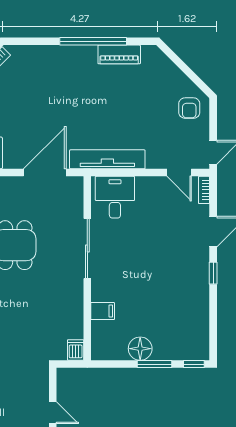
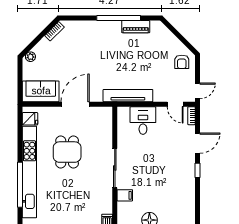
door: (45, 173) -> (75, 104), moved
desk: (115, 197) -> (143, 121), moved
sliding door: (87, 249) -> (115, 168), moved

